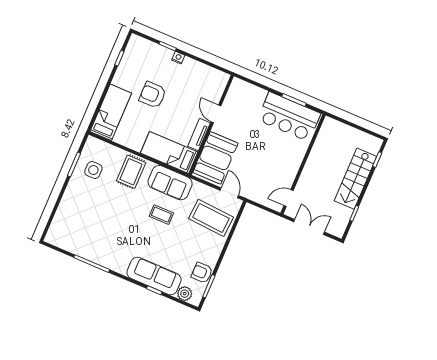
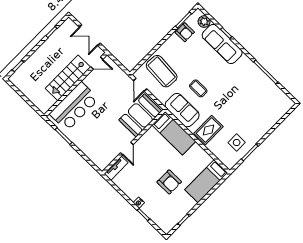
bar counter: (289, 117) -> (74, 106), moved, turned 90
tv unit: (199, 135) -> (116, 168), moved
stairs: (355, 179) -> (68, 78), moved, turned 180

